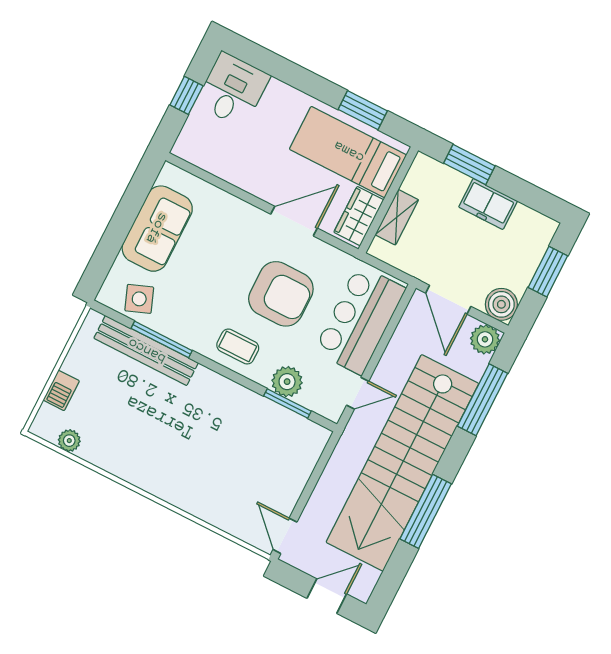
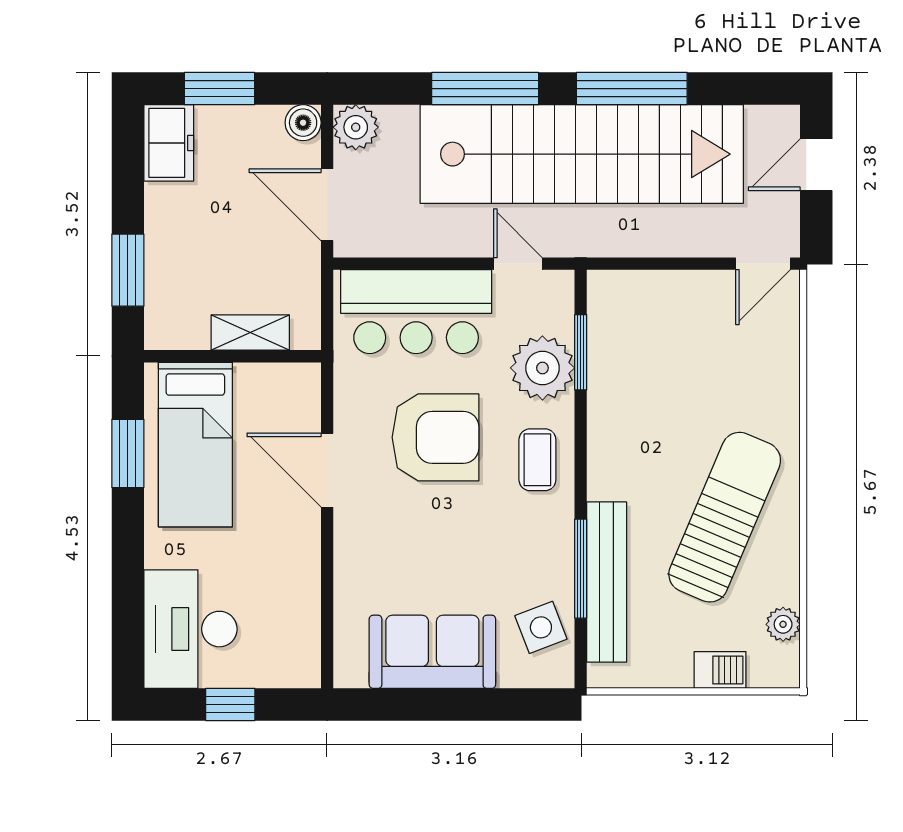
desk: (233, 90) -> (191, 629), width x1.37
freezer: (488, 204) -> (169, 143), moved
wardrobe: (359, 216) -> (275, 385), removed
armchair: (281, 294) -> (436, 437), turned 90
door: (448, 300) -> (327, 205), swing flipped
boiler: (501, 304) -> (303, 123), width x0.73, depth x0.73
plant: (287, 382) -> (542, 368), width x1.36, depth x1.36
window: (483, 400) -> (485, 89), moved
sun lounger: (149, 438) -> (725, 517), added
door: (327, 596) -> (816, 165), hinge flipped

